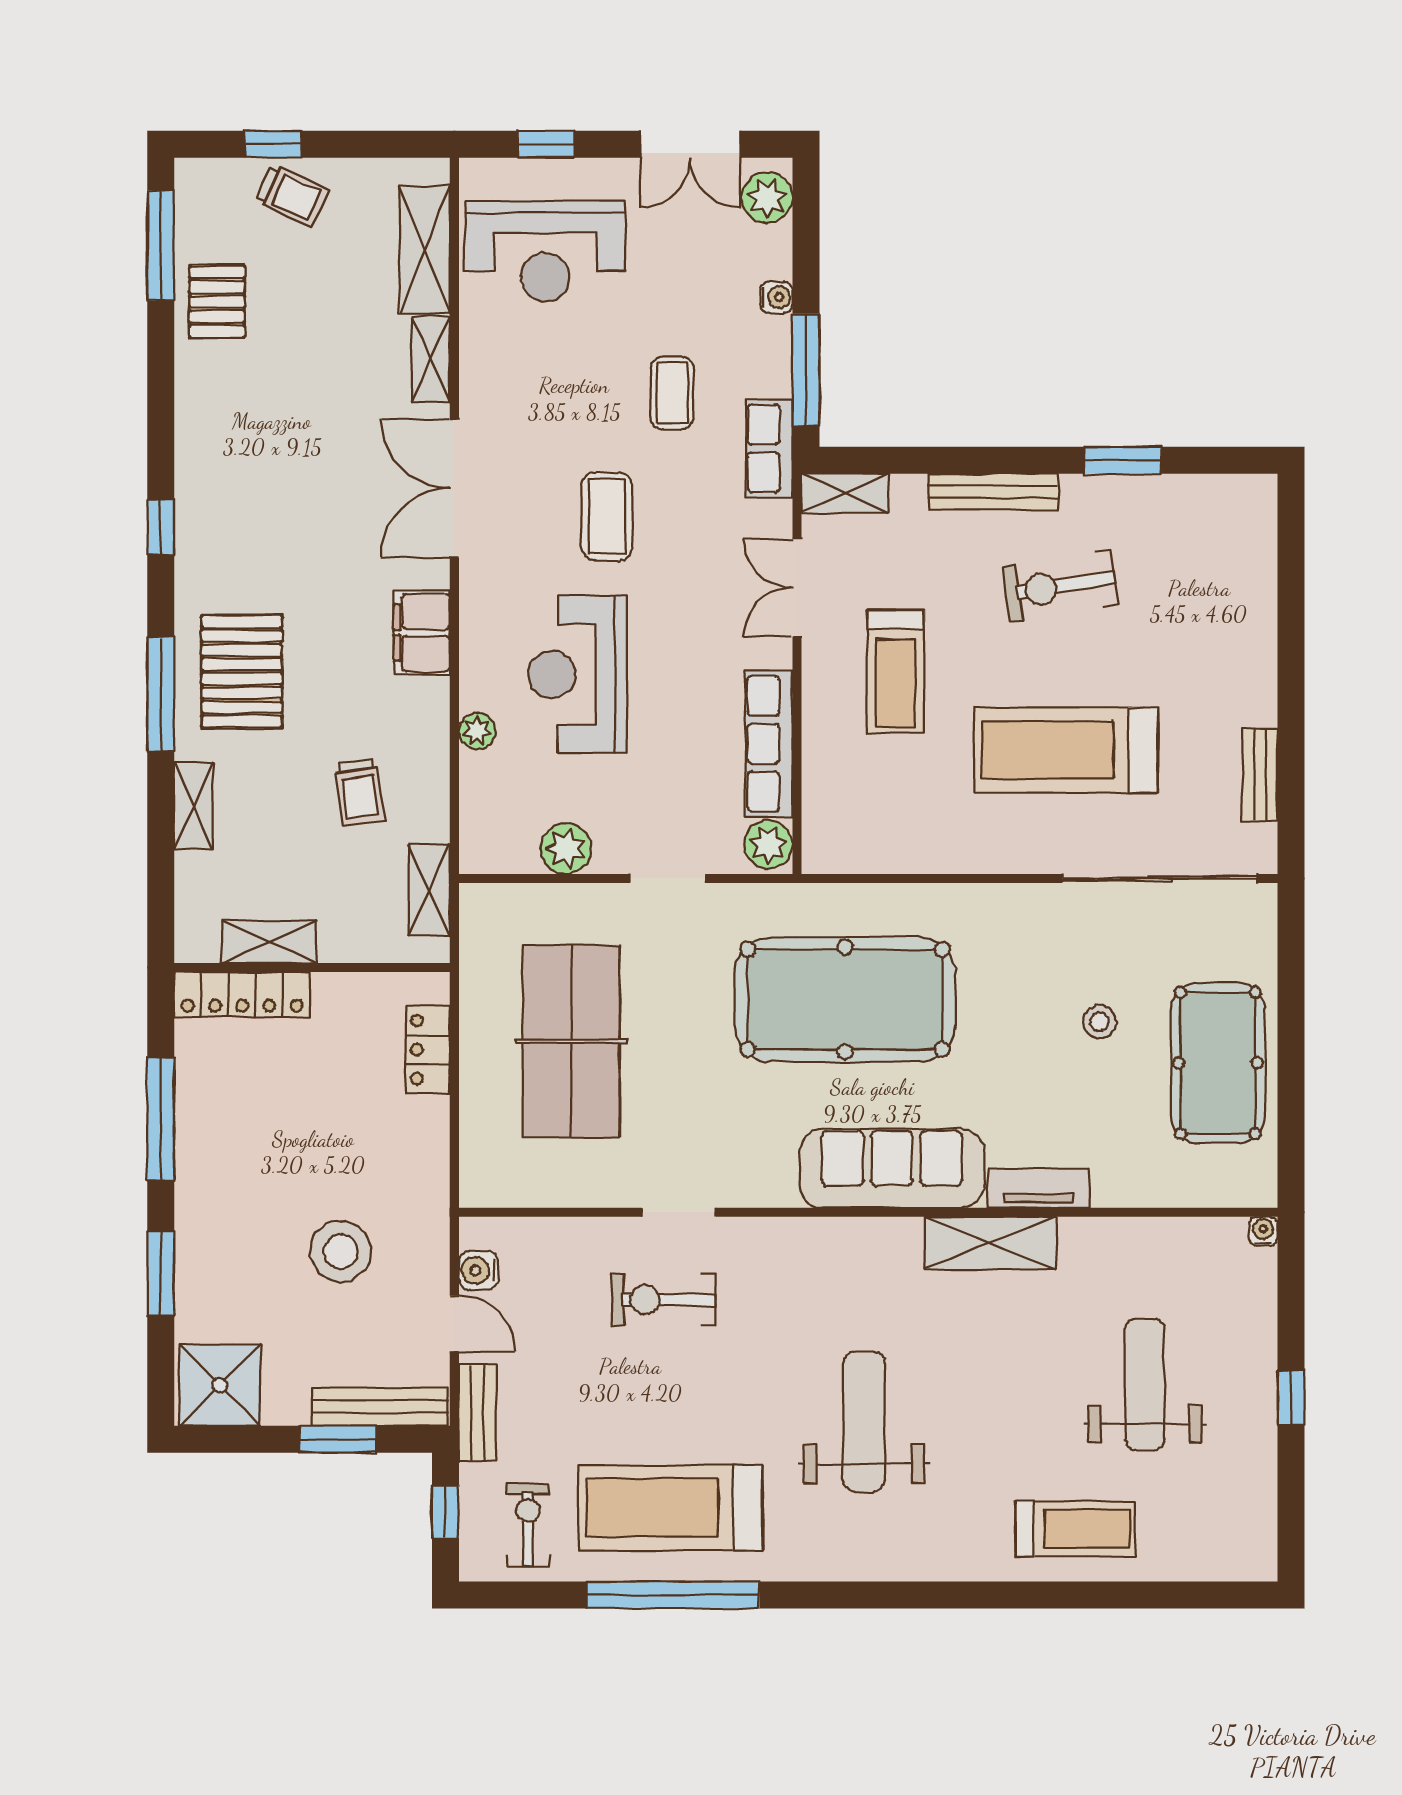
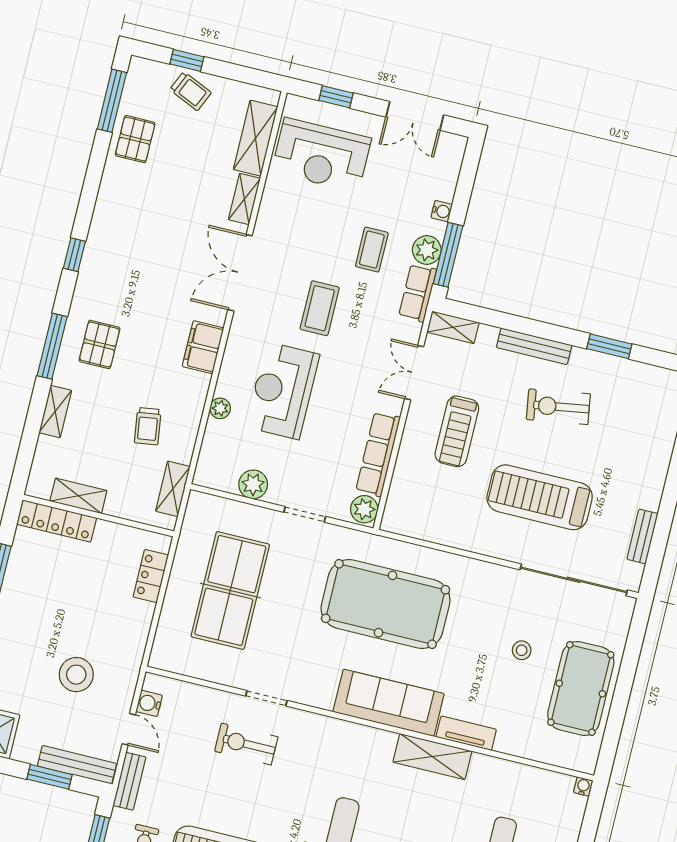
plant: (767, 198) -> (427, 250), moved
pallet: (242, 672) -> (100, 344), width x0.67, depth x0.71

